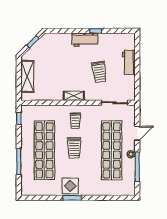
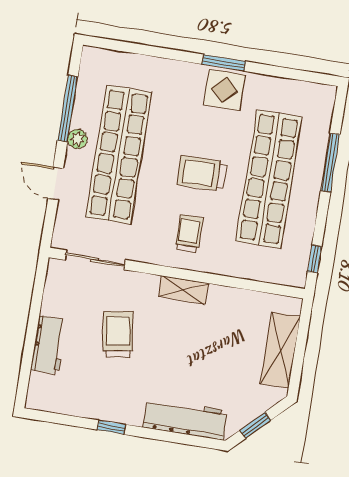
workbench: (85, 40) -> (185, 419), moved, width x1.38
door: (137, 133) -> (56, 183), hinge flipped
trolley: (74, 148) -> (202, 173), turned -91

